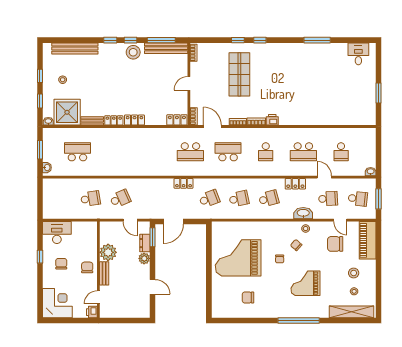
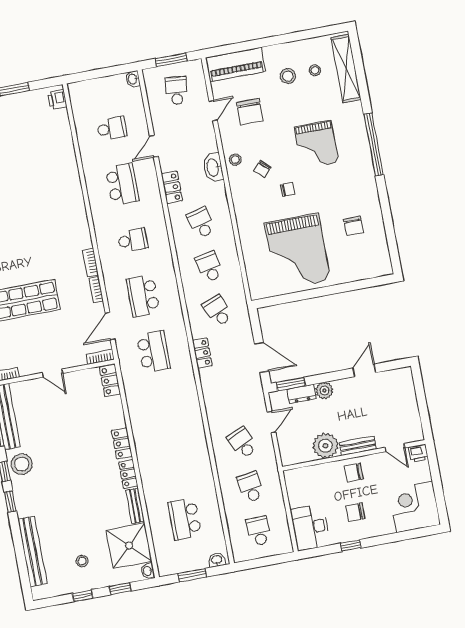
printer: (272, 120) -> (57, 100), moved
school desk: (328, 199) -> (259, 531), moved

